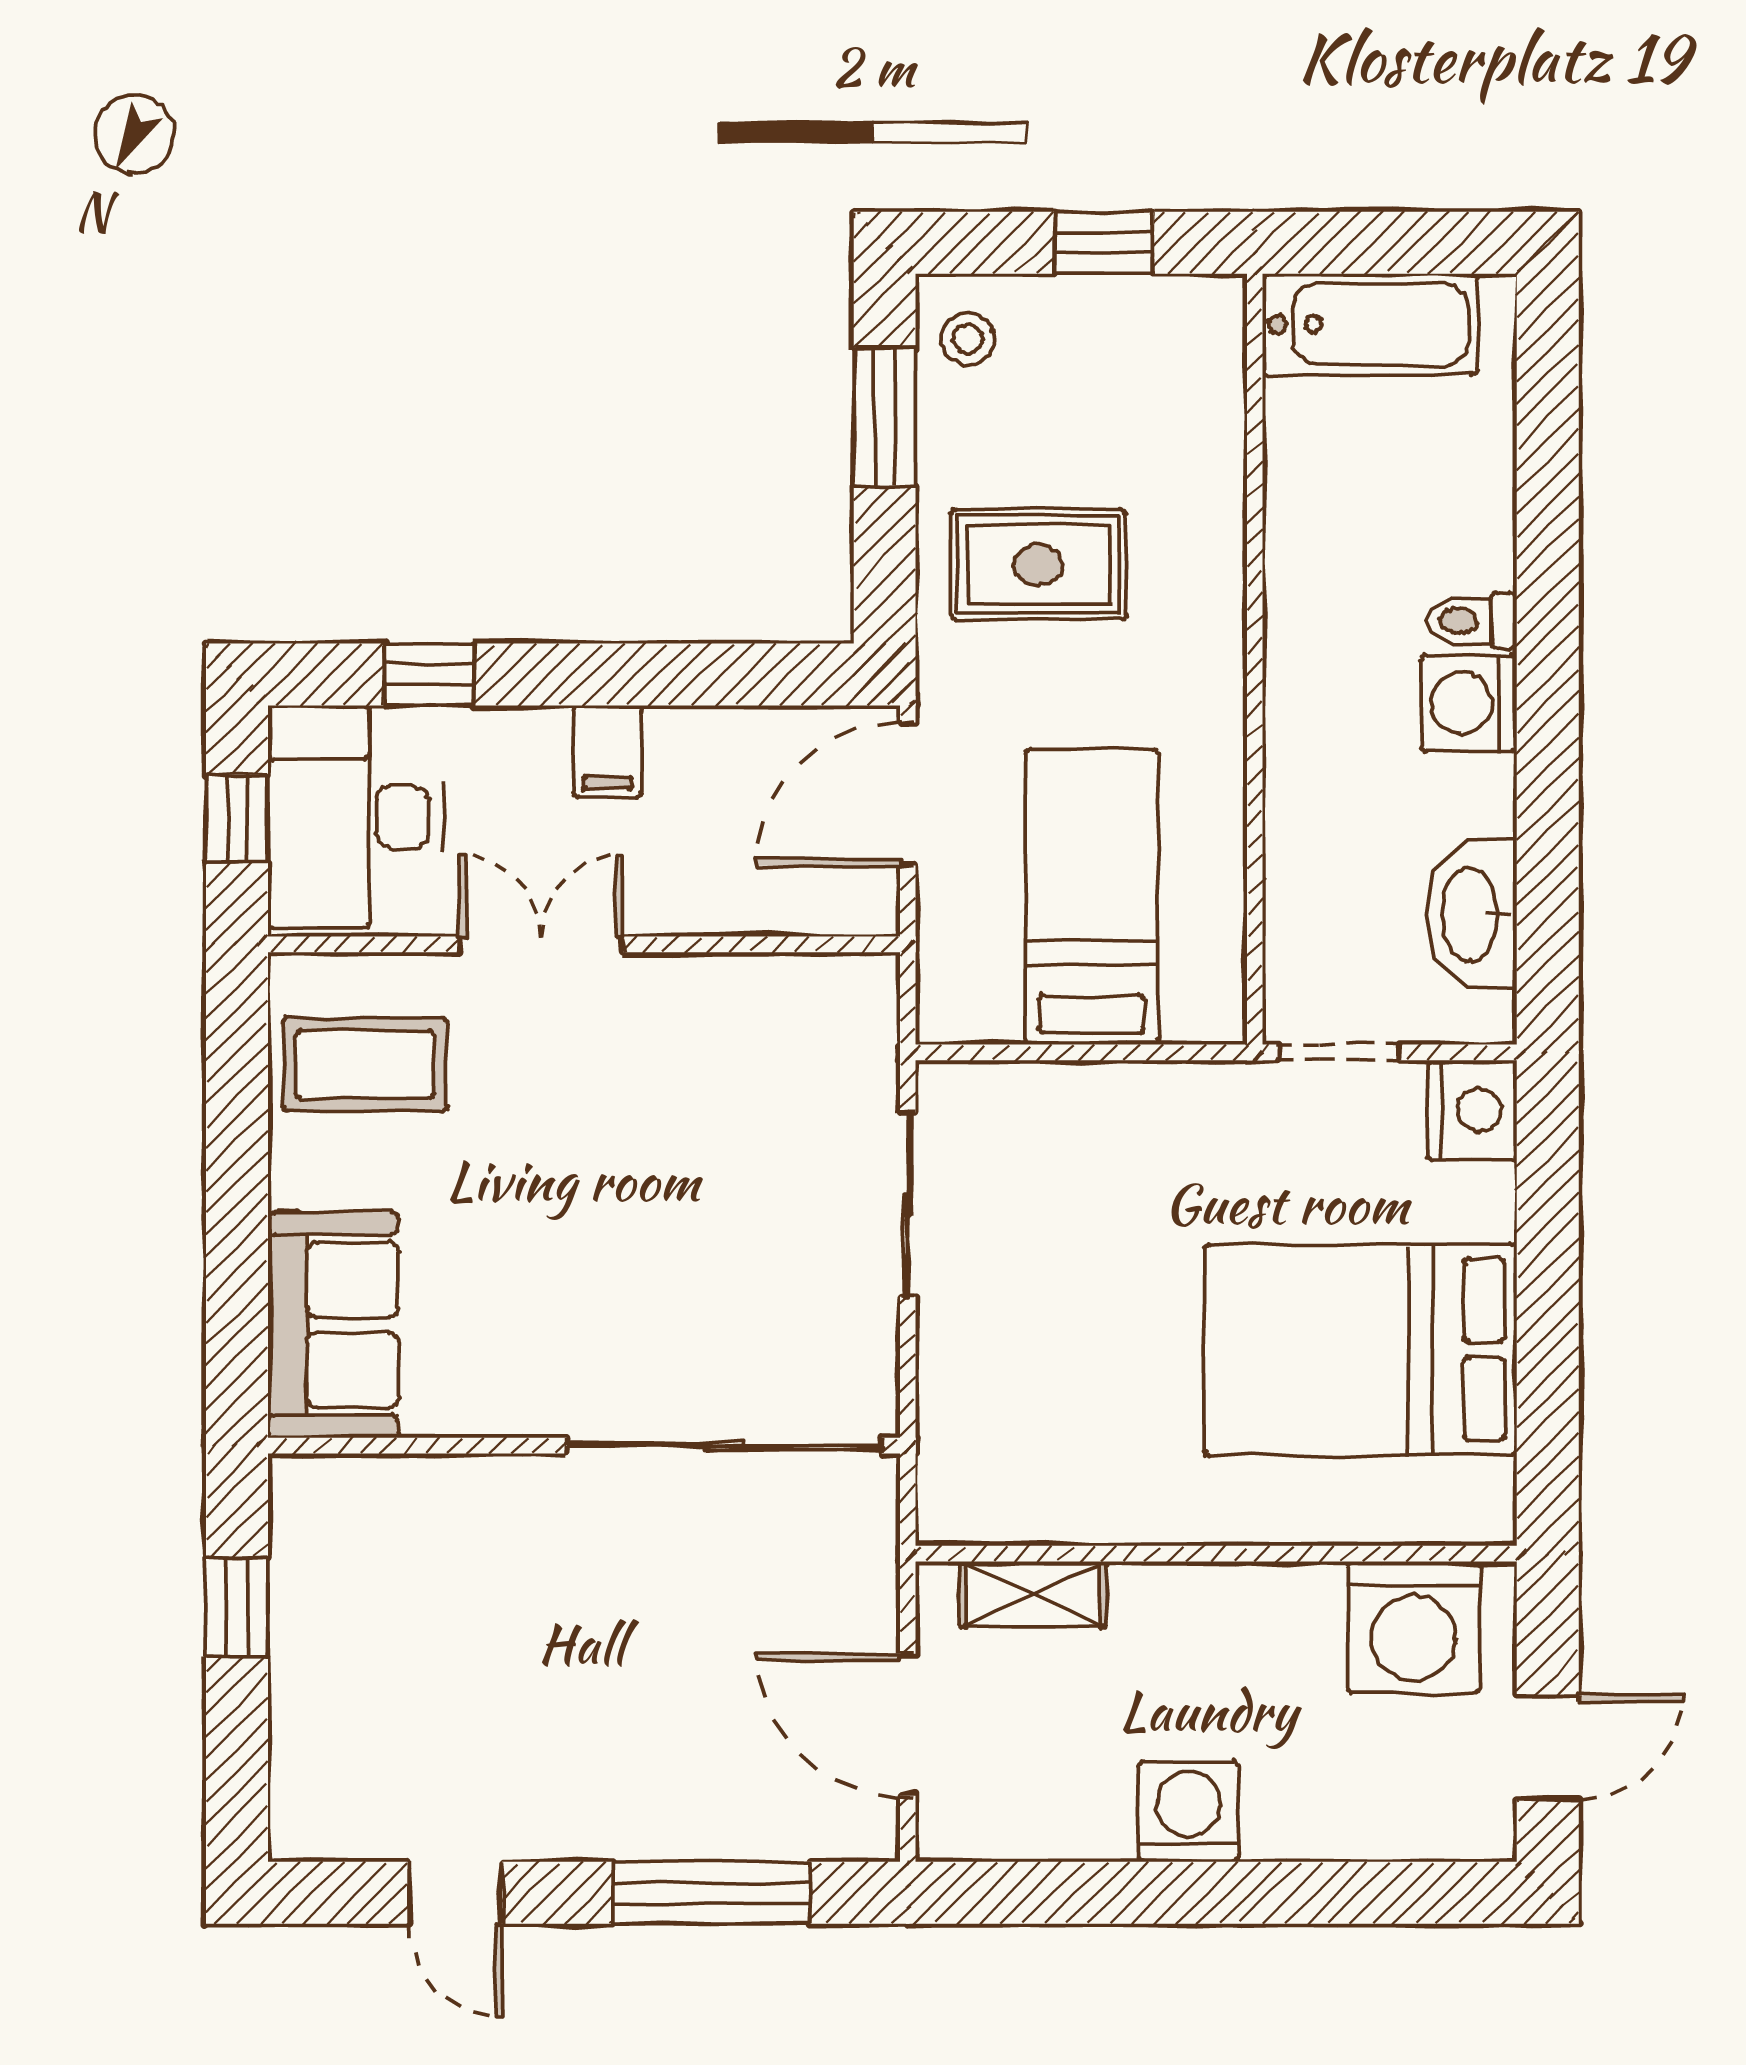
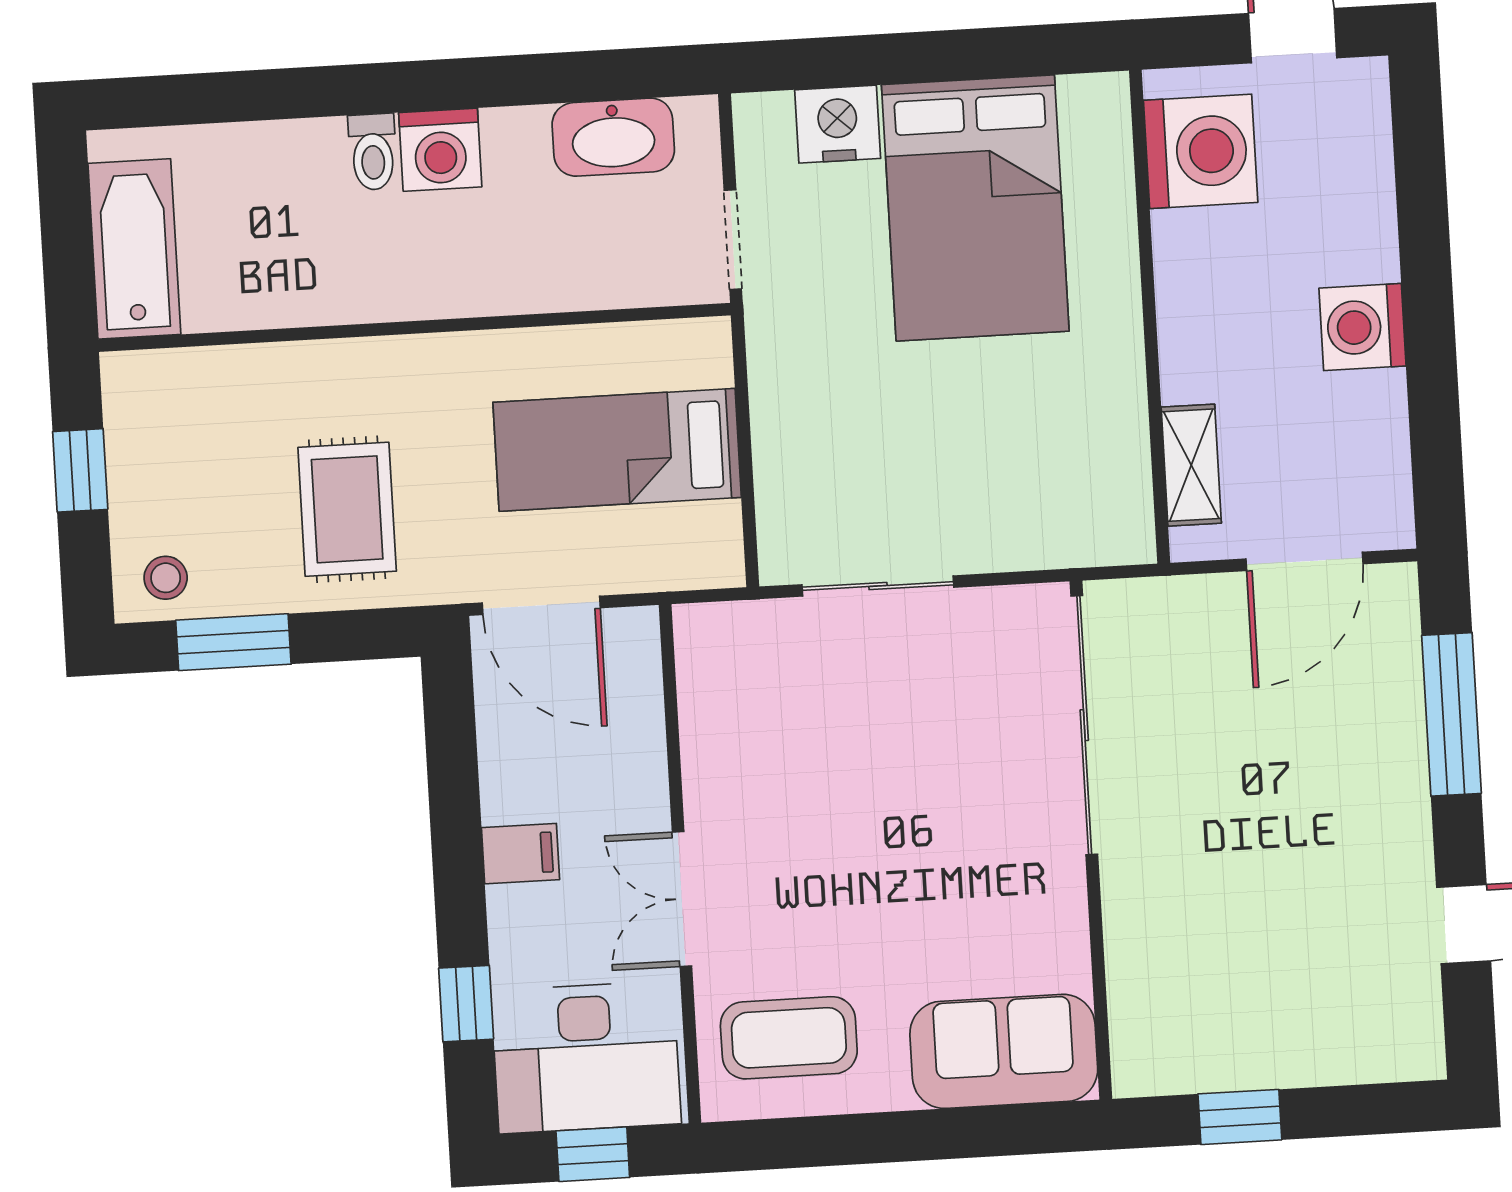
coffee table: (365, 1064) -> (789, 1038), turned 90
nightstand: (1472, 1110) -> (838, 124), moved

